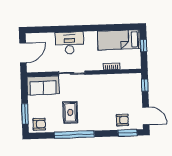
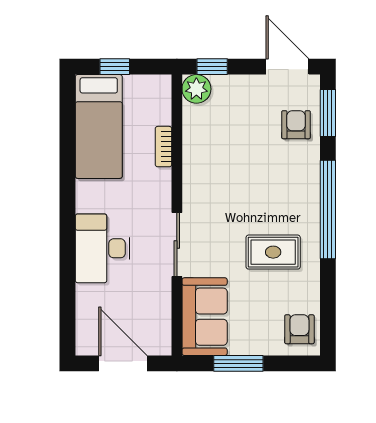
plant: (136, 79) -> (196, 89), added
window: (25, 114) -> (238, 363), moved
door: (146, 116) -> (287, 67), hinge flipped
window: (74, 135) -> (328, 210), moved

